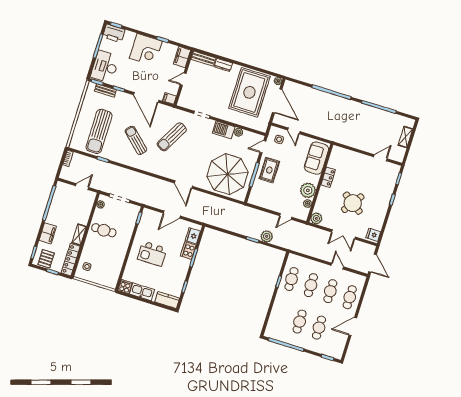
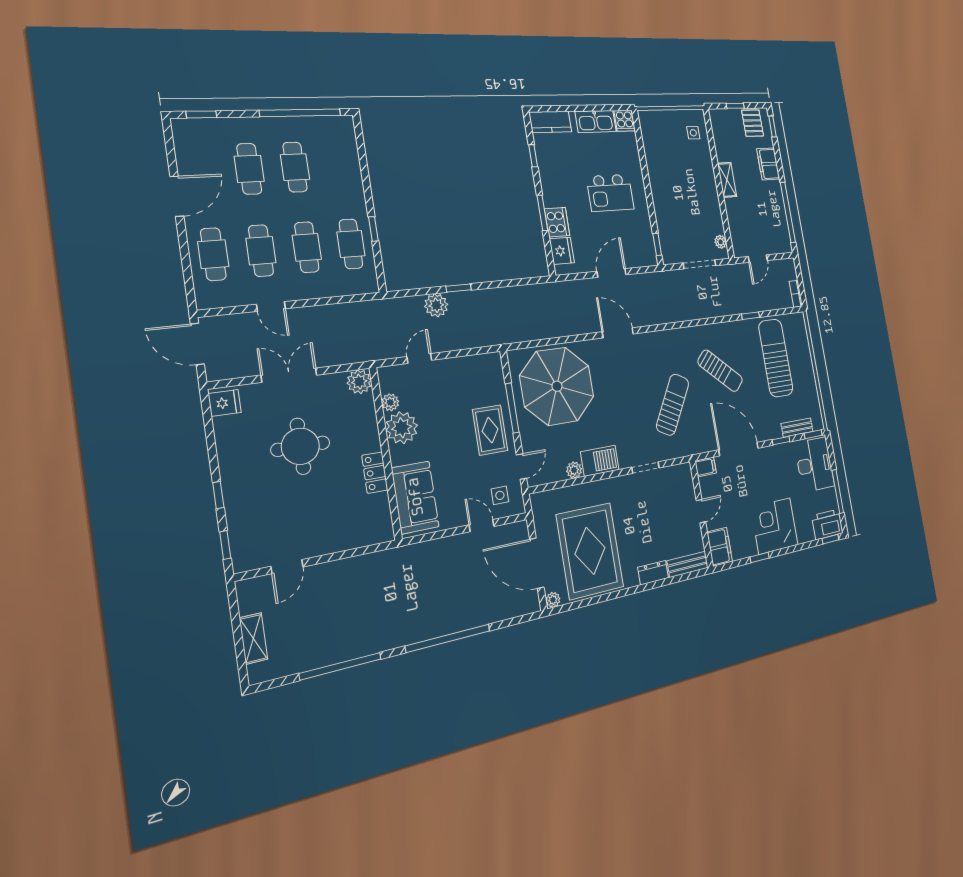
round table: (353, 203) -> (300, 446), turned -35
cafe table: (104, 230) -> (697, 202), removed
kitchen island: (152, 254) -> (610, 193), turned 180
locker: (71, 260) -> (720, 135), removed

